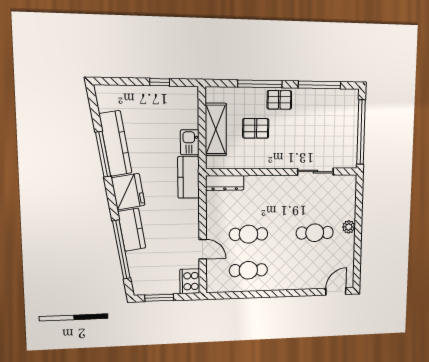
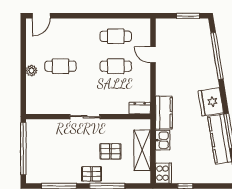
sliding door: (315, 172) -> (85, 117), moved
dresser: (225, 183) -> (140, 108), width x0.70
kitchen counter: (132, 230) -> (209, 72), removed
cooker: (190, 281) -> (163, 173), moved

